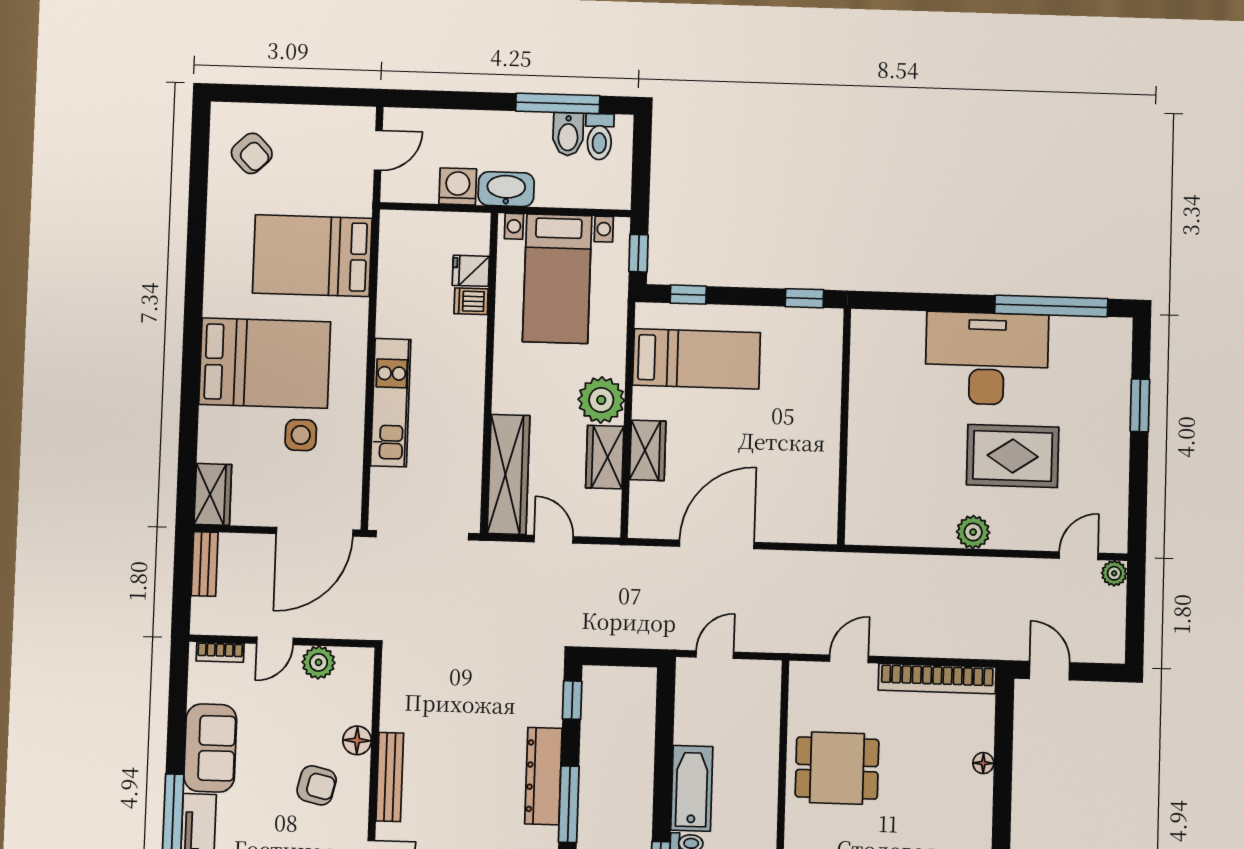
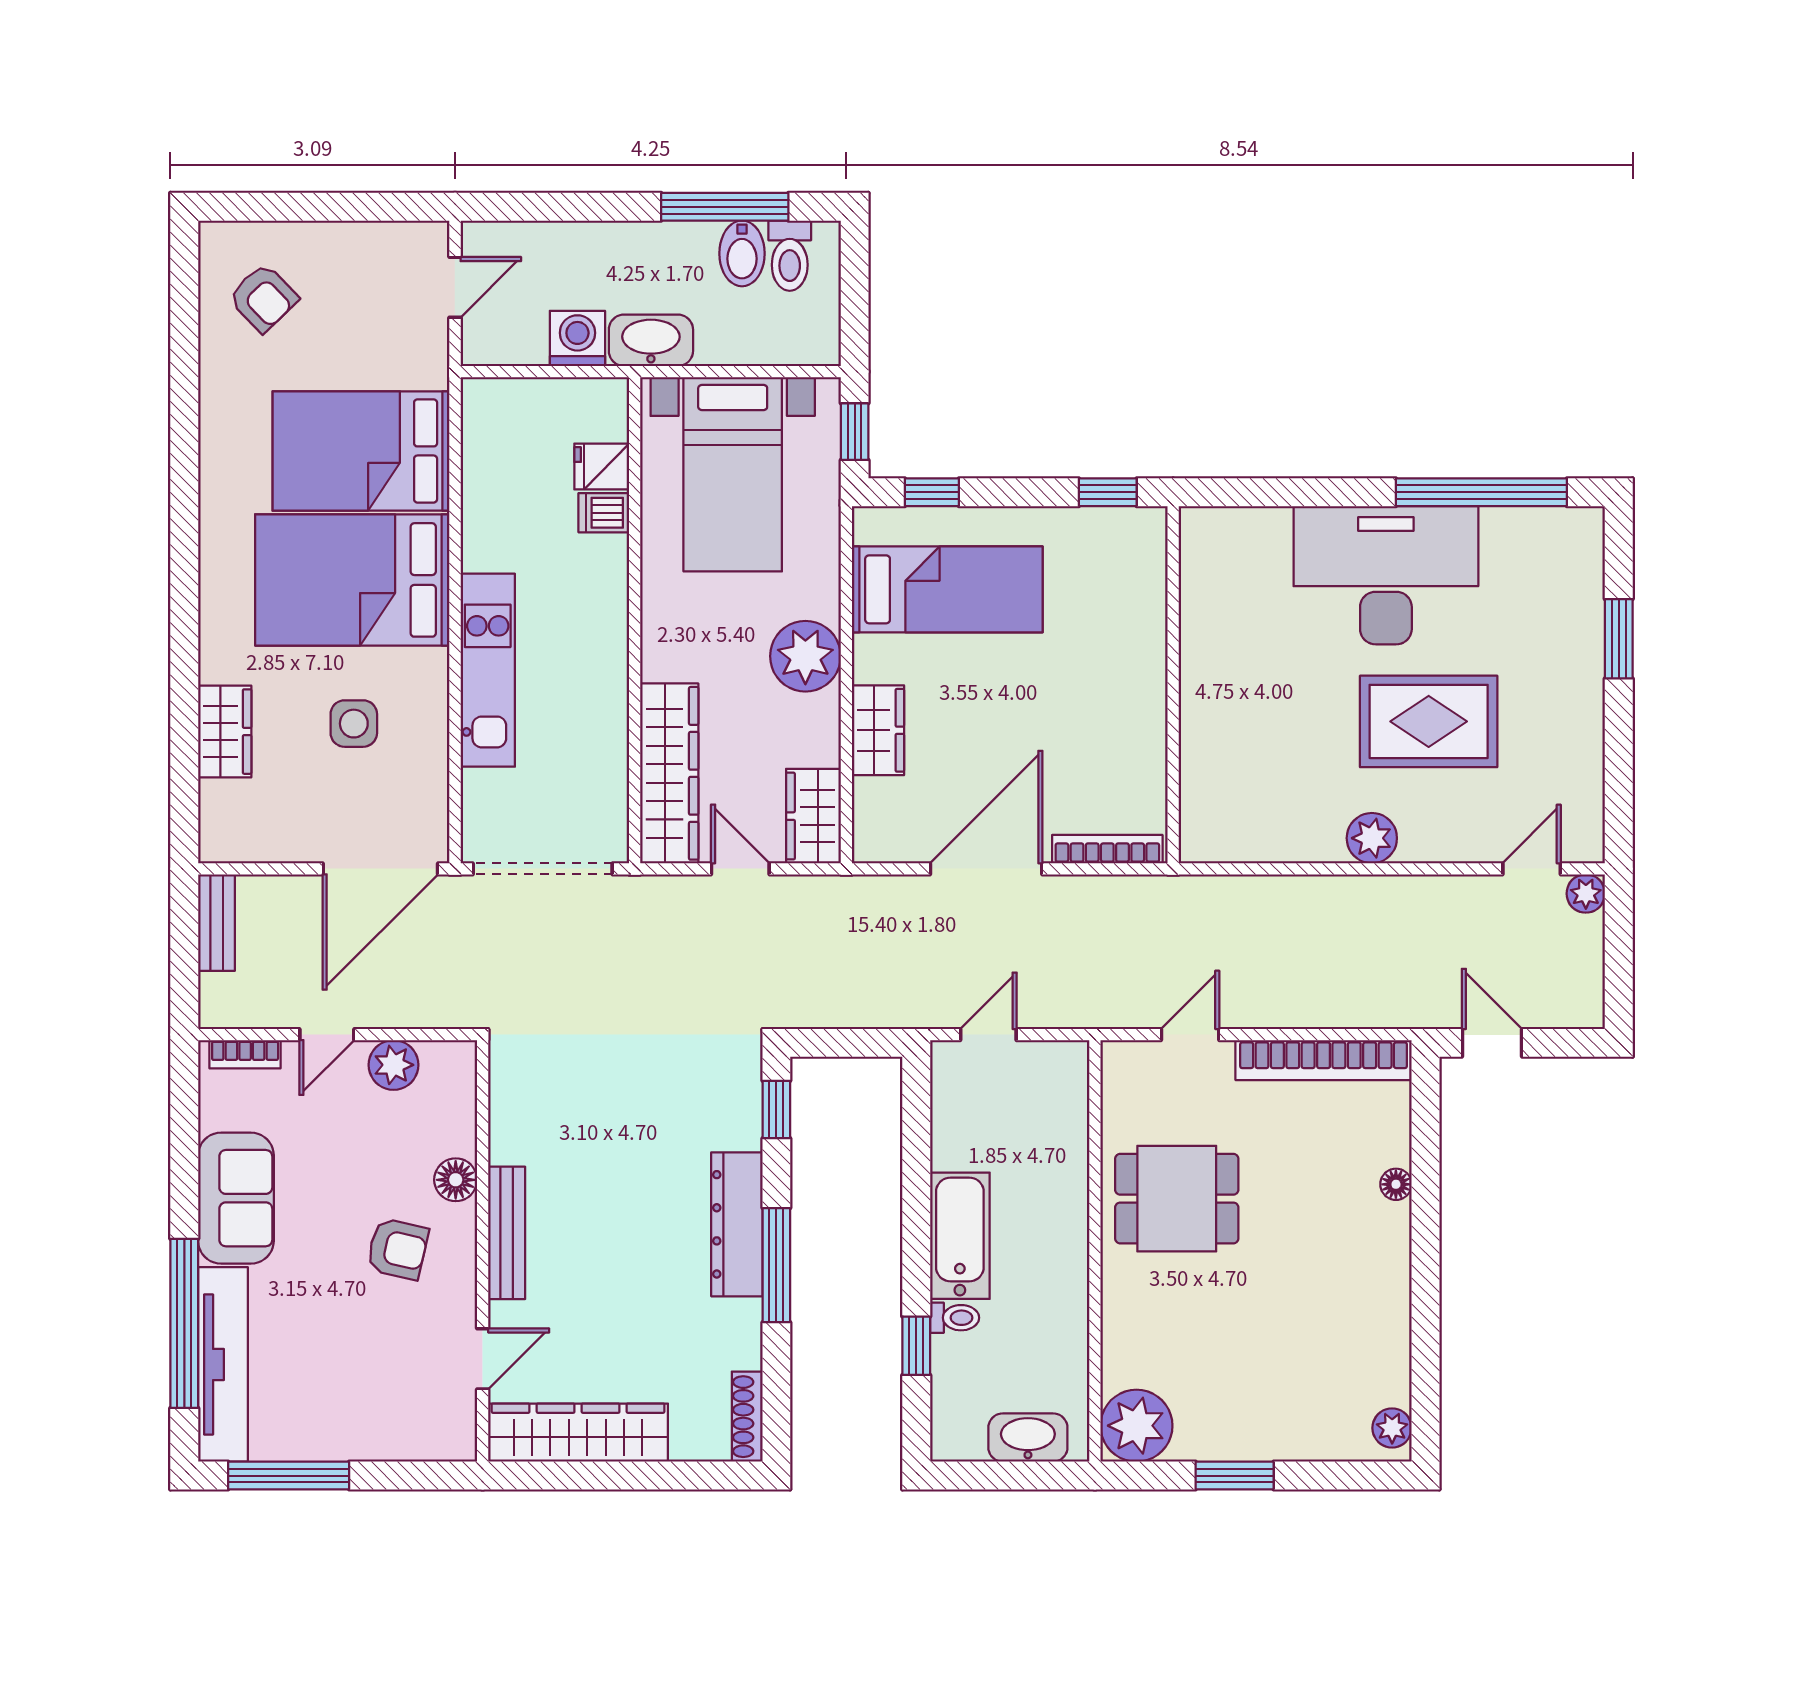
bed: (265, 363) -> (352, 580), moved, turned 180
wardrobe: (605, 457) -> (813, 816), moved
wardrobe: (213, 494) -> (225, 732), moved
bookcase: (797, 534) -> (1107, 849), added

